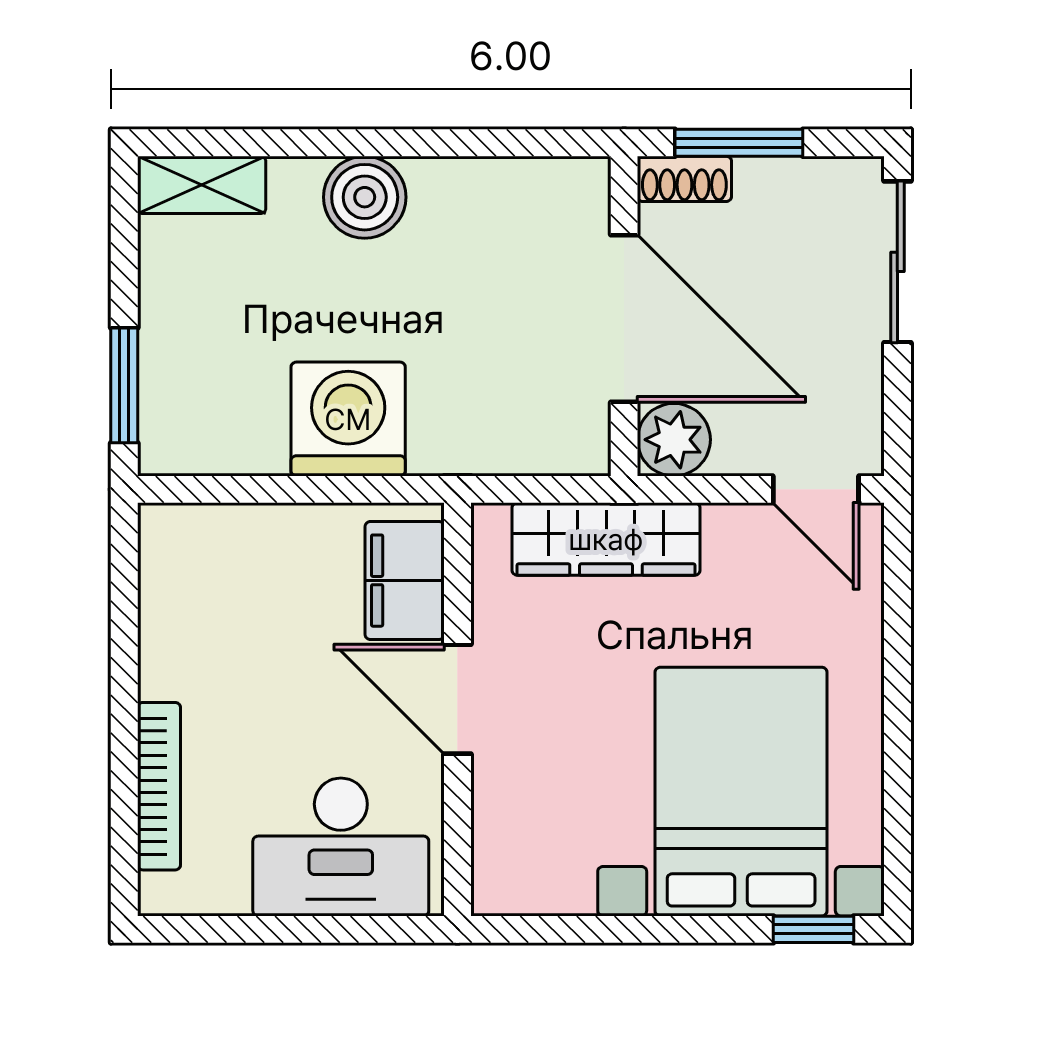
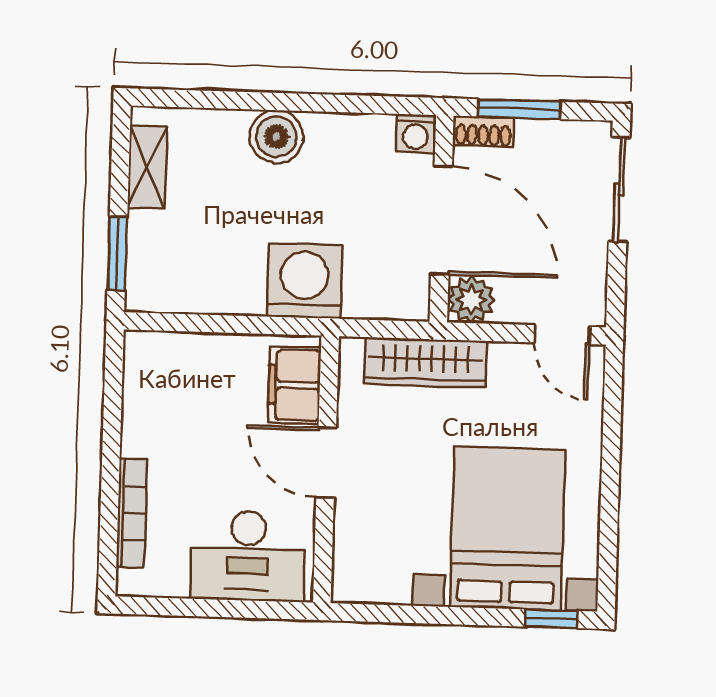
shelving: (202, 185) -> (147, 167), moved, turned 90
washing machine: (580, 186) -> (415, 134), added
washing machine: (348, 419) -> (304, 281), moved

